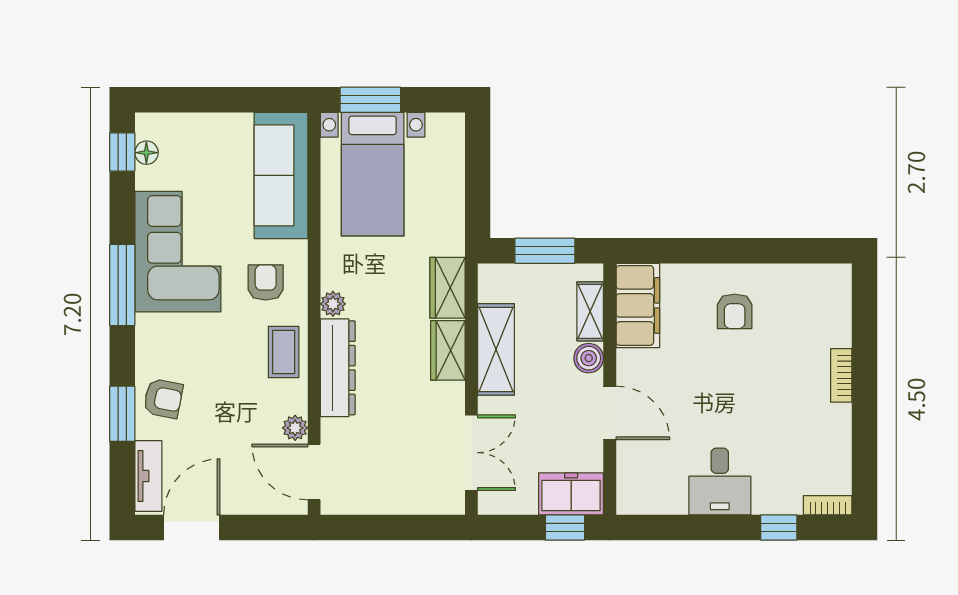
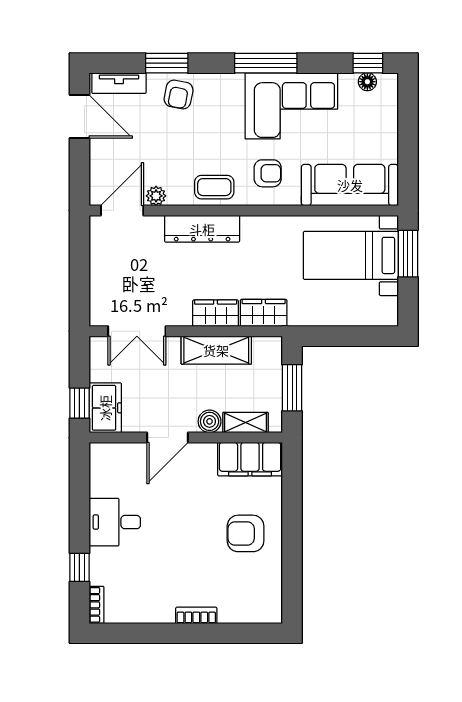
plant: (333, 304) -> (251, 225), removed
armchair: (735, 311) -> (246, 533), width x1.38, depth x1.38

